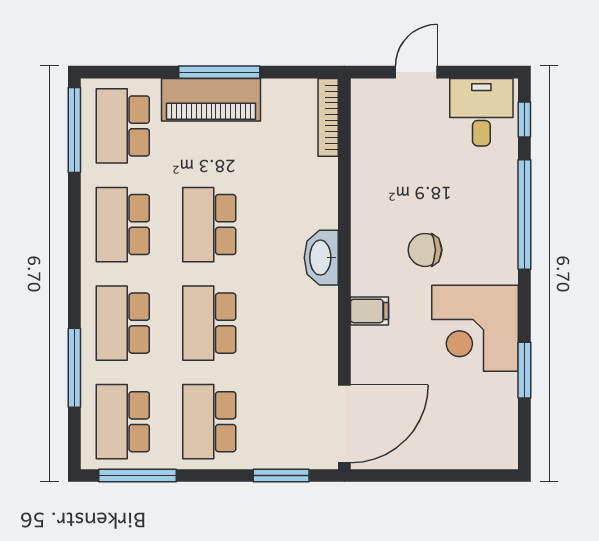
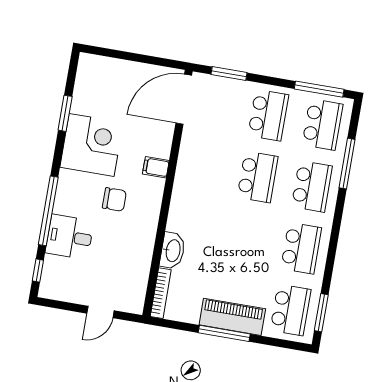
desk: (481, 112) -> (70, 237), moved, turned 90
window: (74, 130) -> (321, 313), width x0.69
school desk: (209, 225) -> (247, 239), removed
washbasin: (321, 258) -> (172, 251), moved

